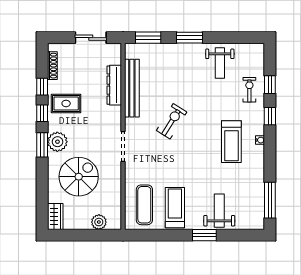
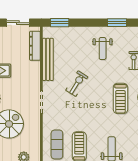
window: (189, 38) -> (117, 23), moved
weight bench: (220, 63) -> (103, 49), moved
dresser: (114, 85) -> (35, 46), moved

